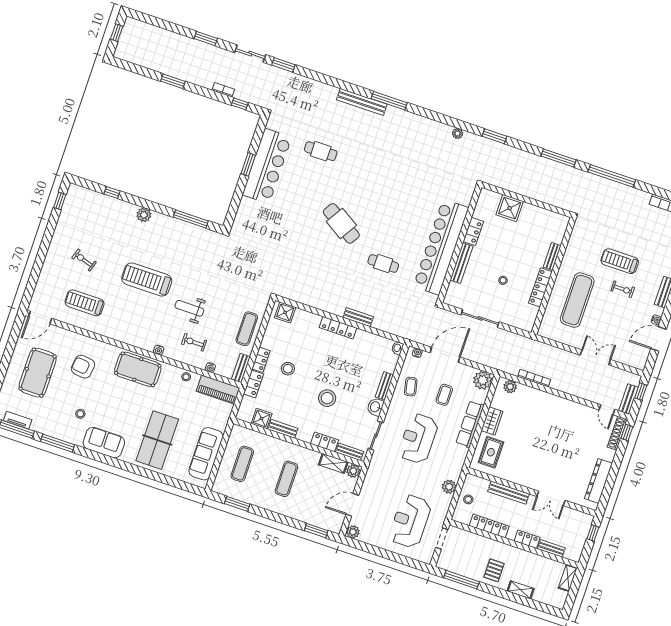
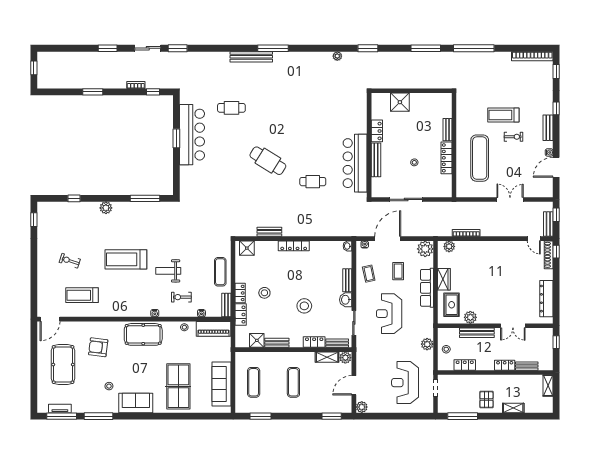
bar counter: (441, 247) -> (355, 163), width x0.73
bench: (358, 317) -> (269, 232), moved
plant: (507, 473) -> (470, 317), added
locker: (489, 526) -> (465, 365), width x0.66

